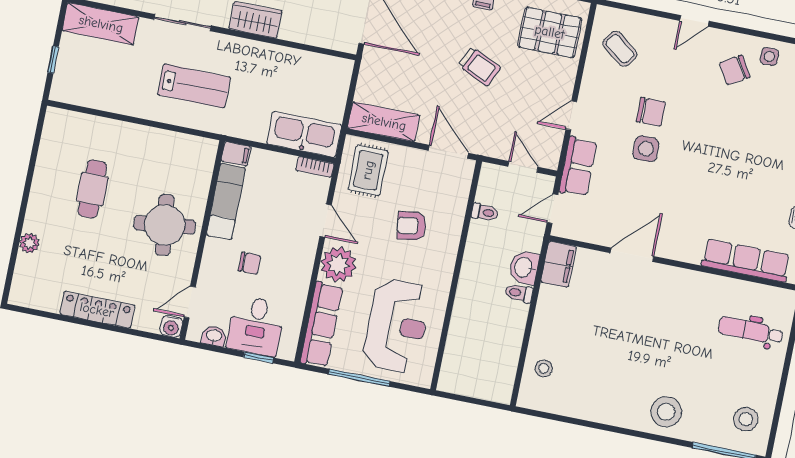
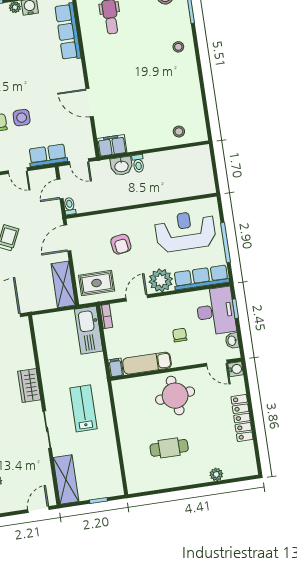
toilet: (485, 212) -> (70, 206), moved
desk: (256, 326) -> (216, 311), width x1.37
stool: (666, 412) -> (178, 47), width x0.53, depth x0.53

